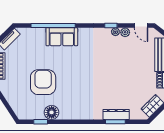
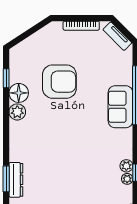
plant: (125, 32) -> (126, 166), moved
plant: (66, 113) -> (17, 112), added

